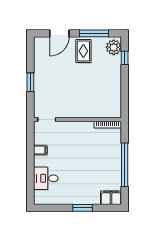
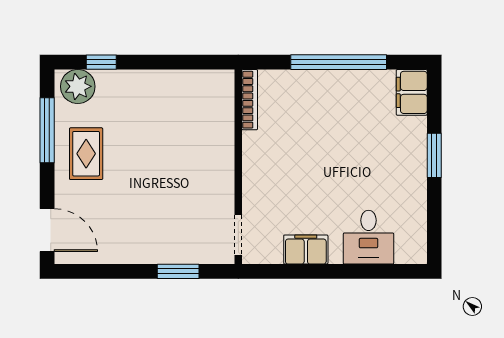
door: (59, 33) -> (47, 230), moved
rug: (83, 51) -> (86, 154), turned 90
window: (30, 82) -> (178, 271), moved
filing cabinet: (40, 150) -> (306, 249), width x2.00

